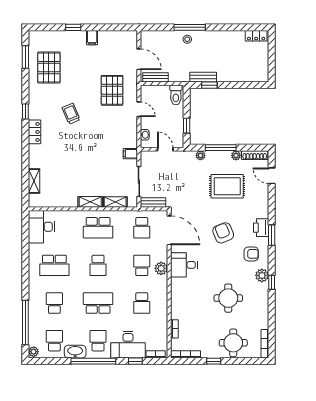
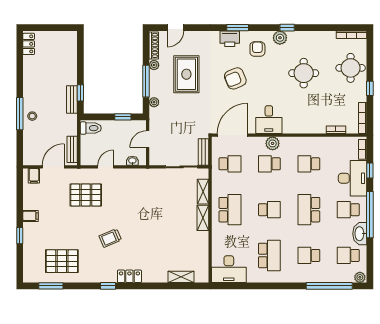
filing cabinet: (130, 154) -> (34, 176), moved
school desk: (142, 303) -> (309, 164), turned 180

